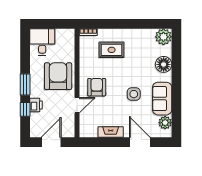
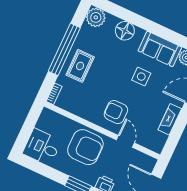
window: (127, 24) -> (64, 49), added
rug: (112, 50) -> (80, 66), moved
armchair: (58, 76) -> (85, 147), turned 180

